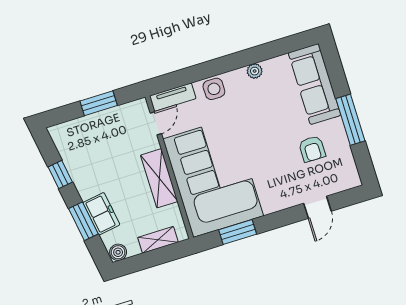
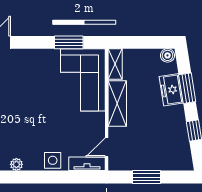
corner sofa: (213, 177) -> (83, 80), width x0.73, depth x0.74
shelving: (158, 240) -> (115, 64), moved, turned 90

